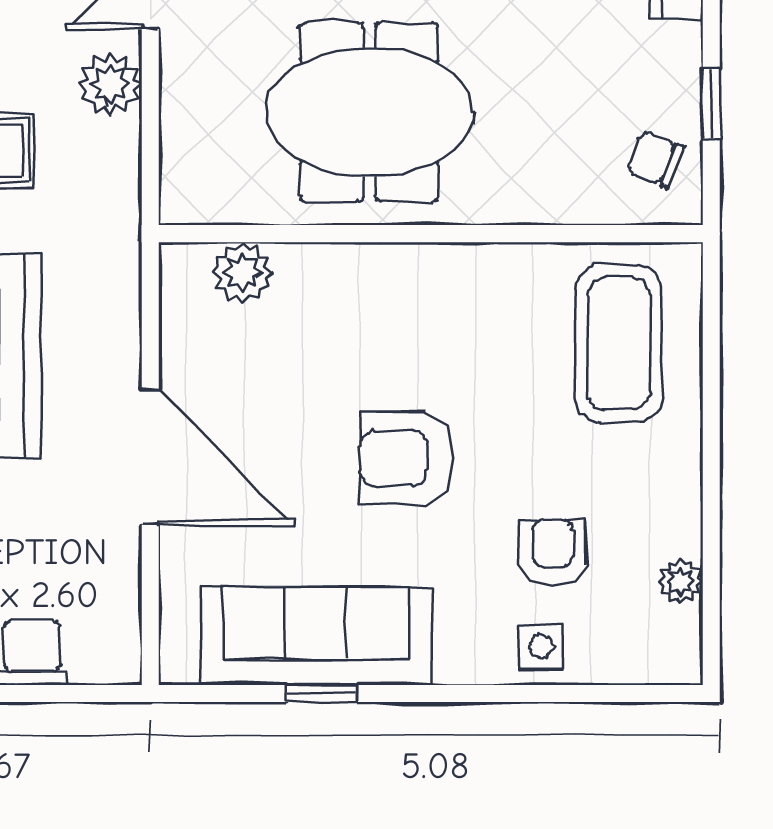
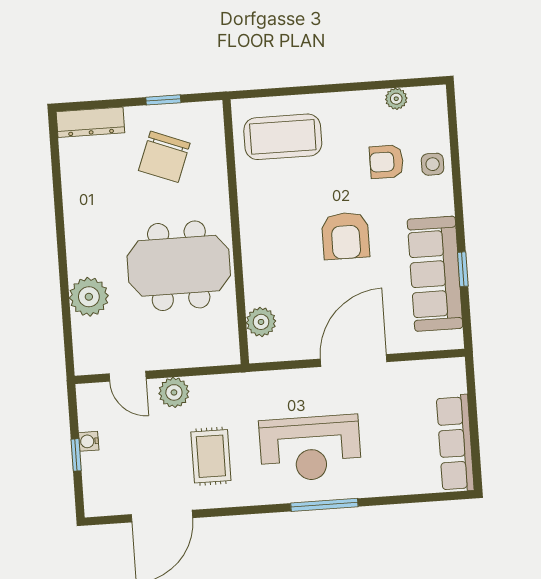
meeting table: (369, 112) -> (179, 266), turned 90
chair: (655, 159) -> (164, 157), moved, width x1.87, depth x1.87

